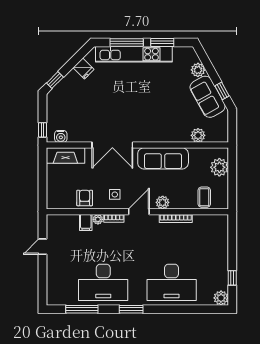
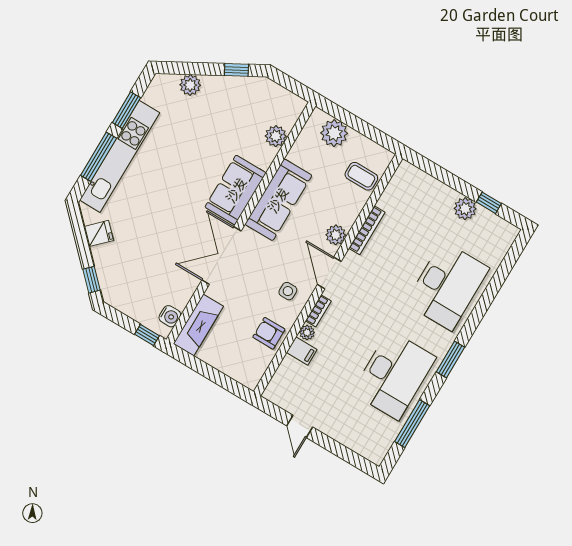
sofa: (208, 97) -> (236, 190), moved, turned 119
double door: (112, 145) -> (221, 256), swing flipped
plant: (221, 298) -> (465, 209), moved

